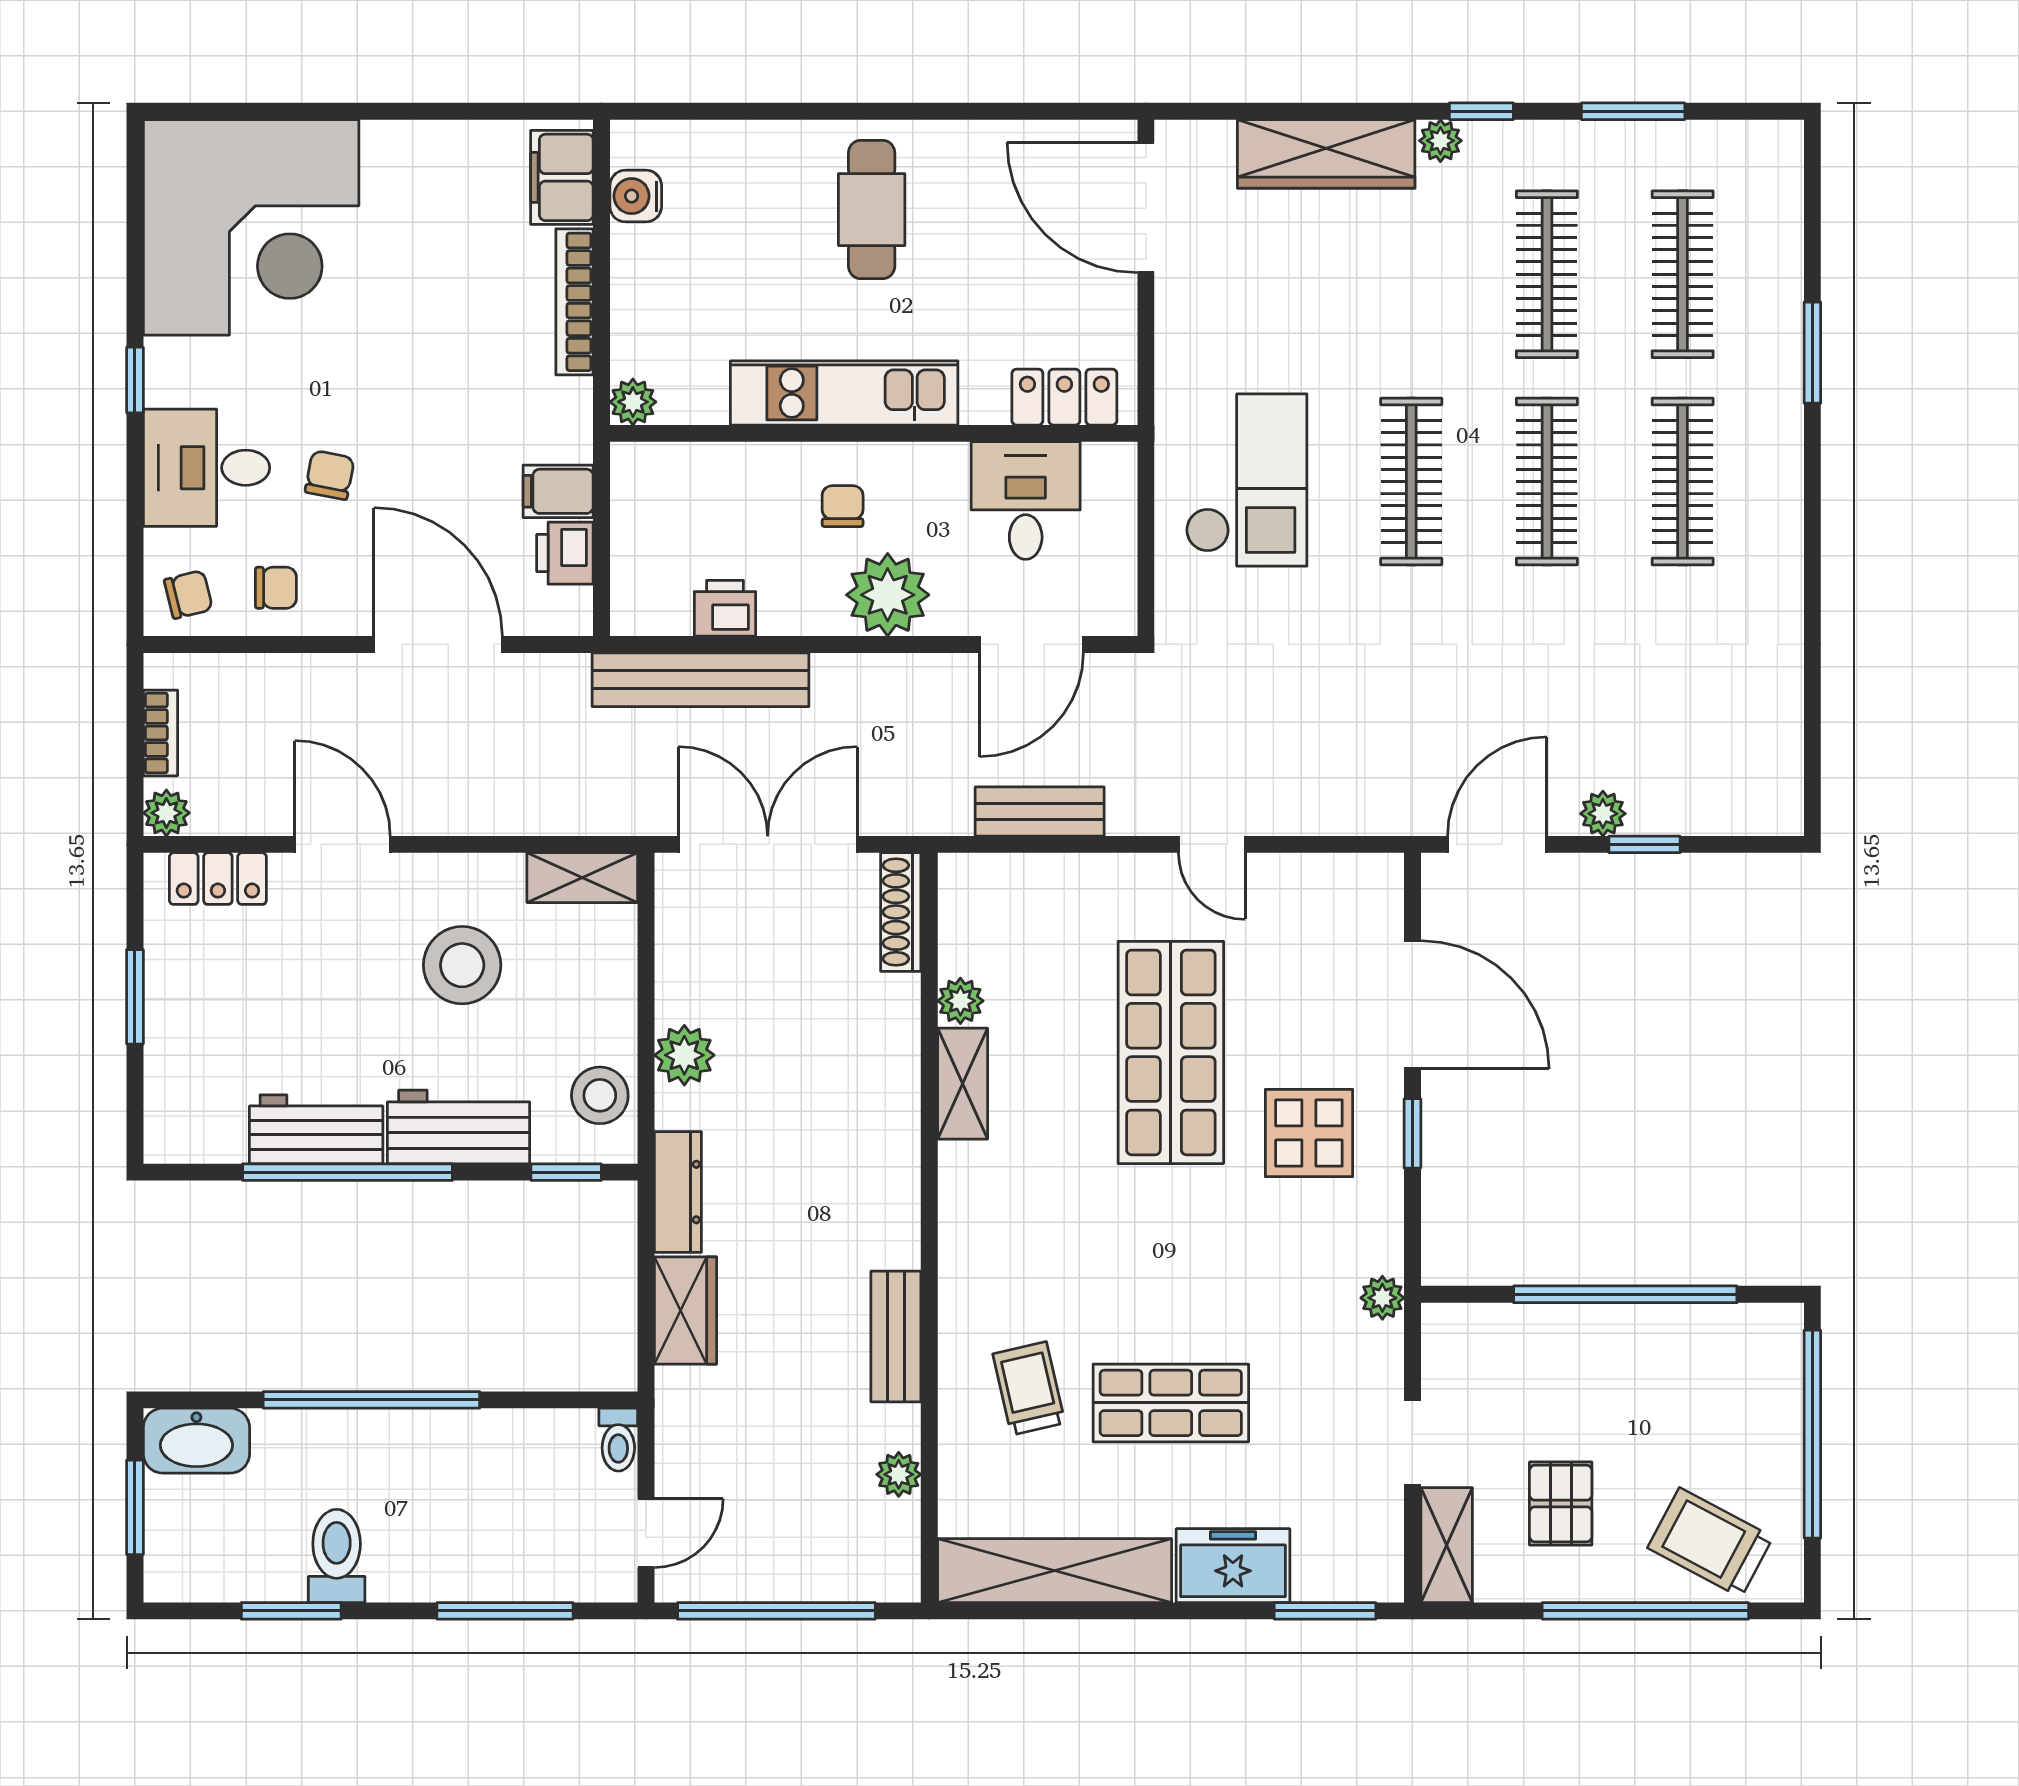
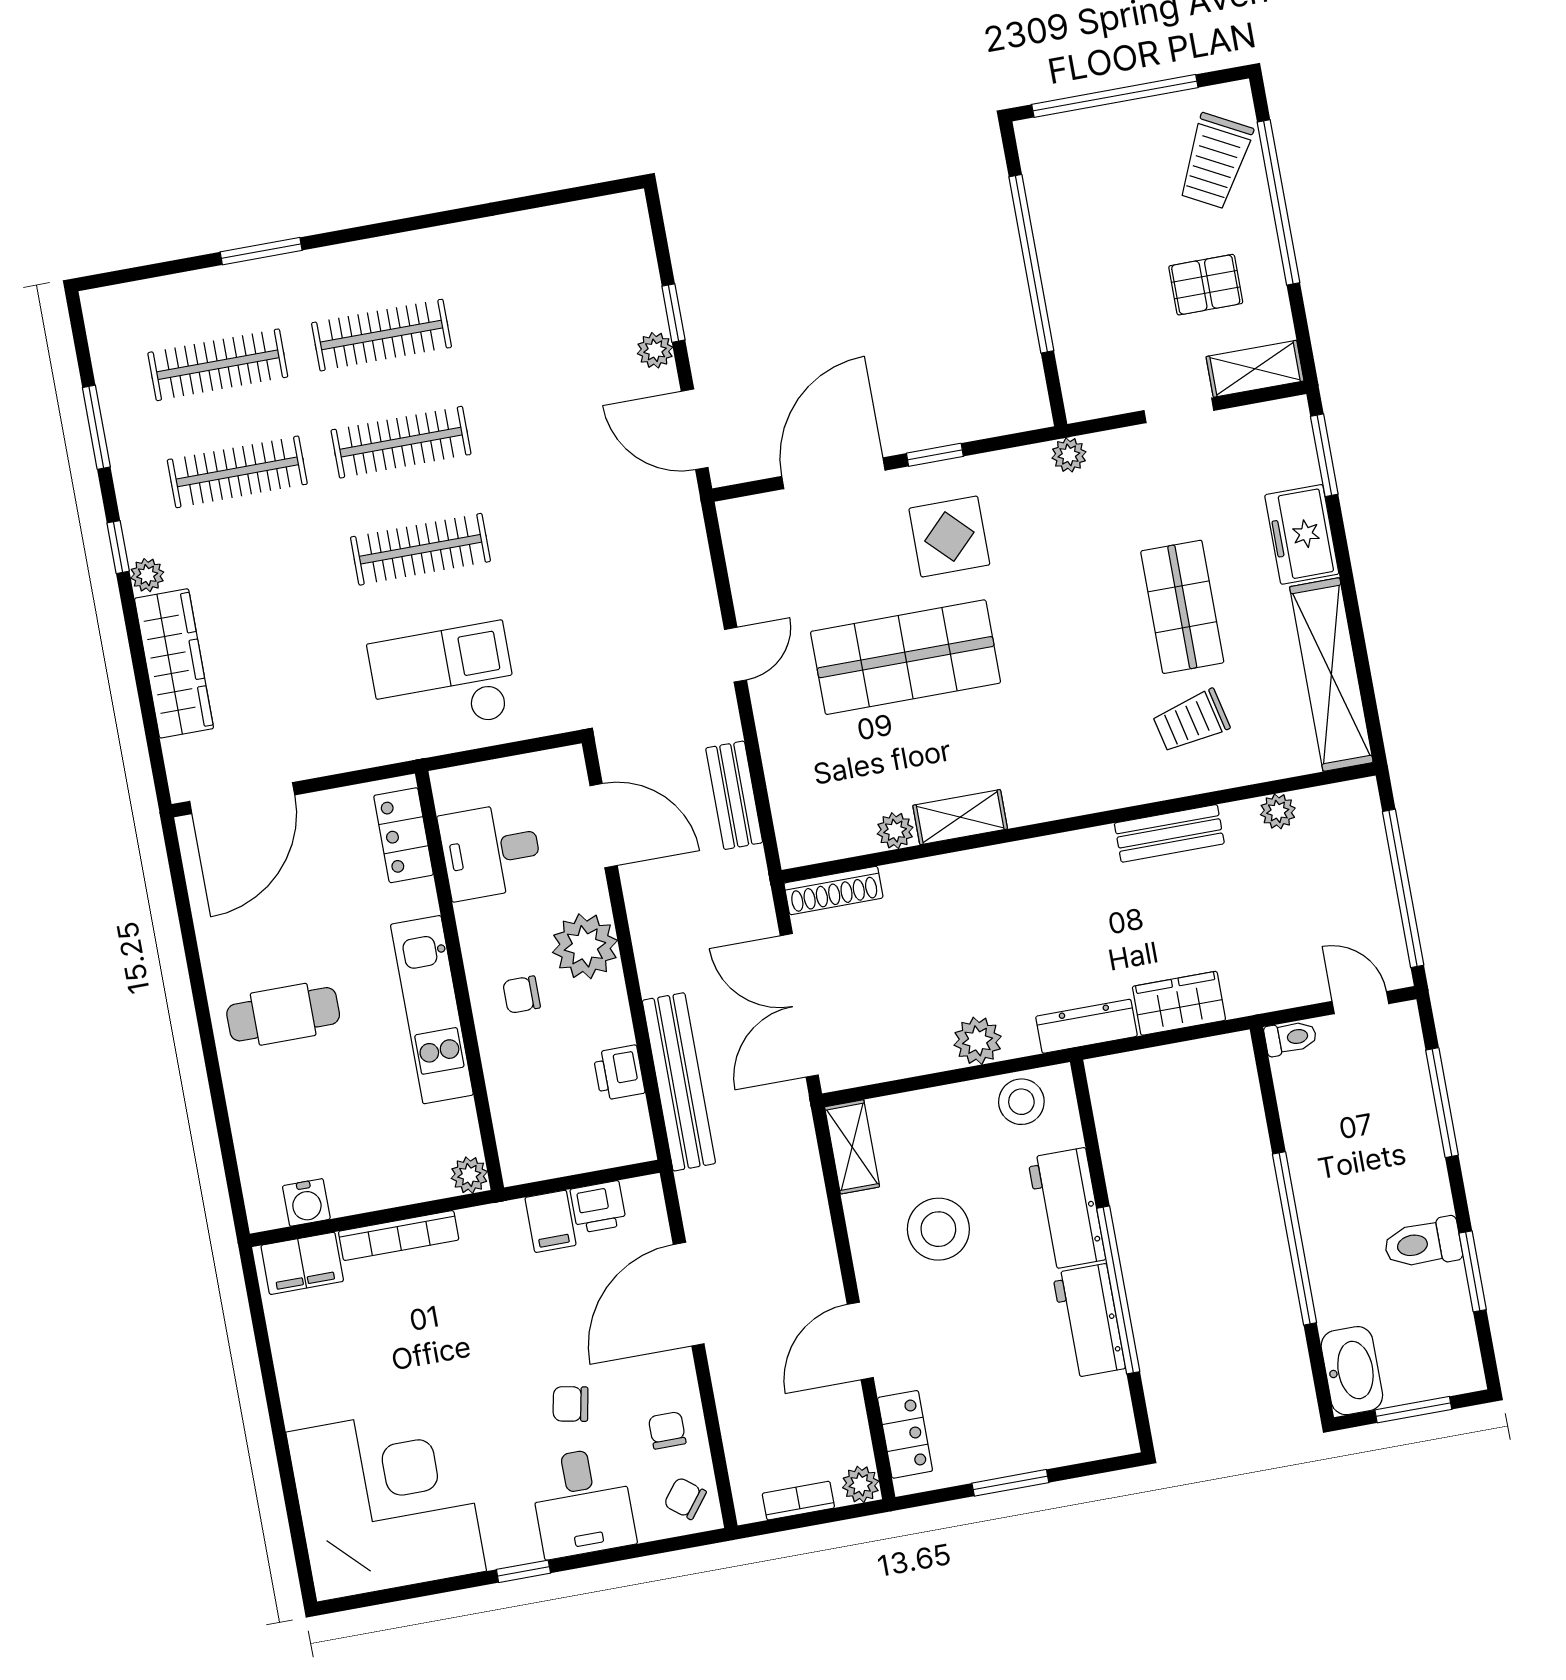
chair: (188, 594) -> (685, 1498), turned -38
window: (566, 1172) -> (1087, 1117), removed

